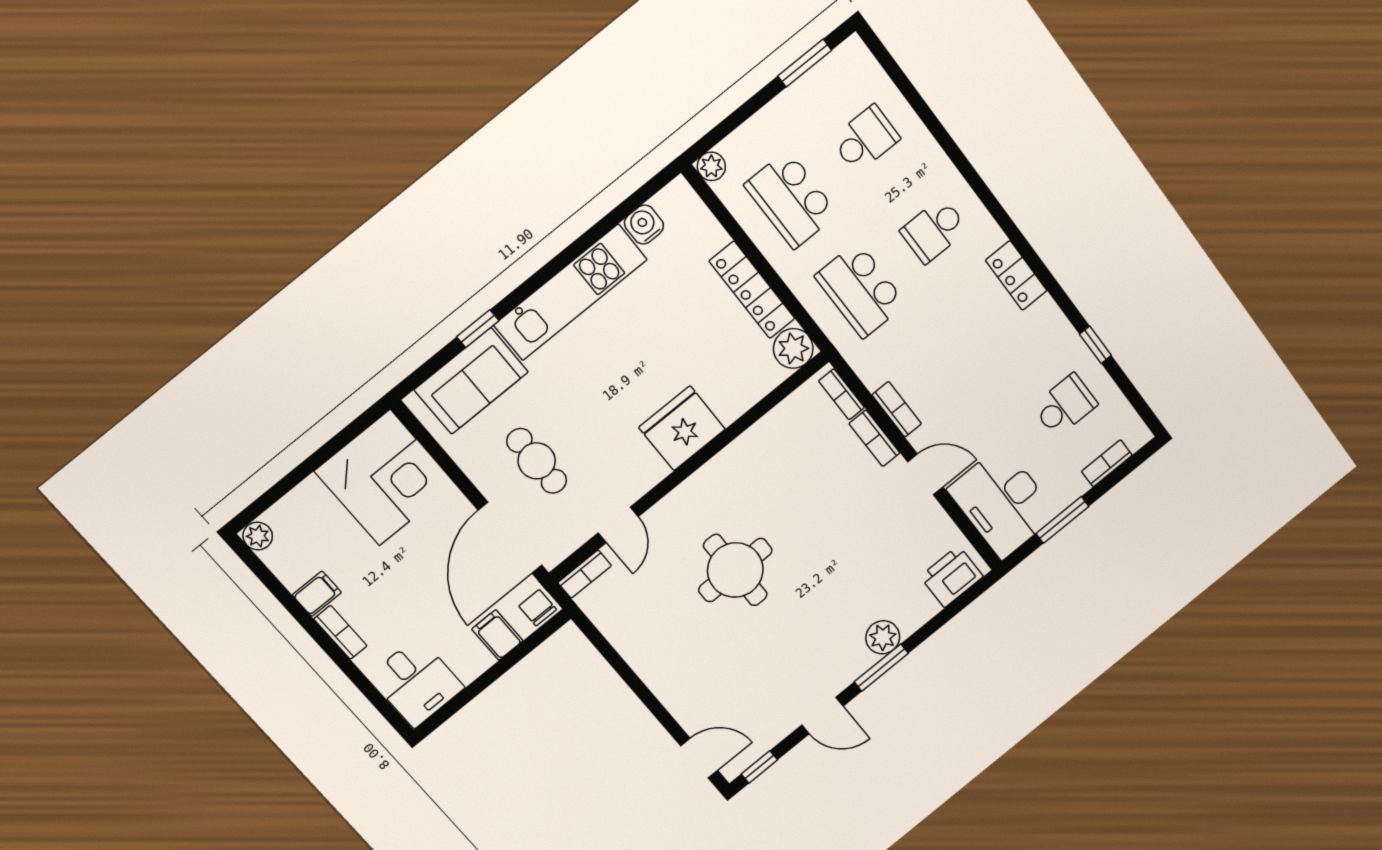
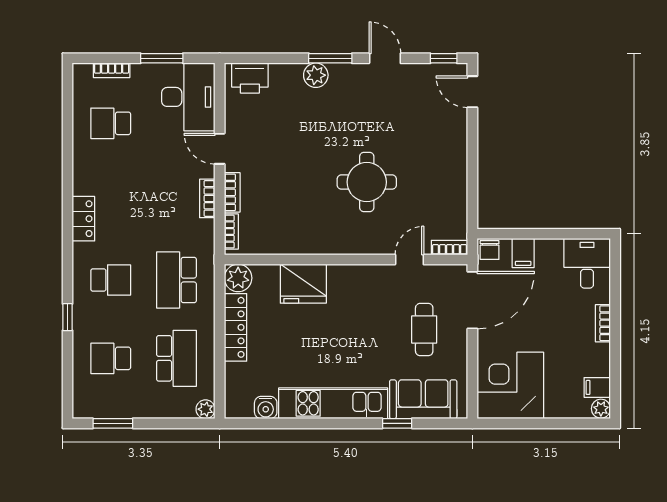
school desk: (860, 290) -> (176, 280), turned 180
window: (1095, 345) -> (67, 317), moved
fridge: (682, 428) -> (303, 284), moved
filing cabinet: (317, 594) -> (597, 387), moved

